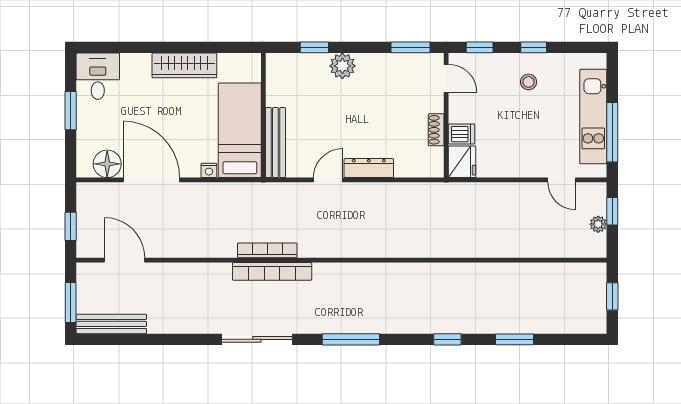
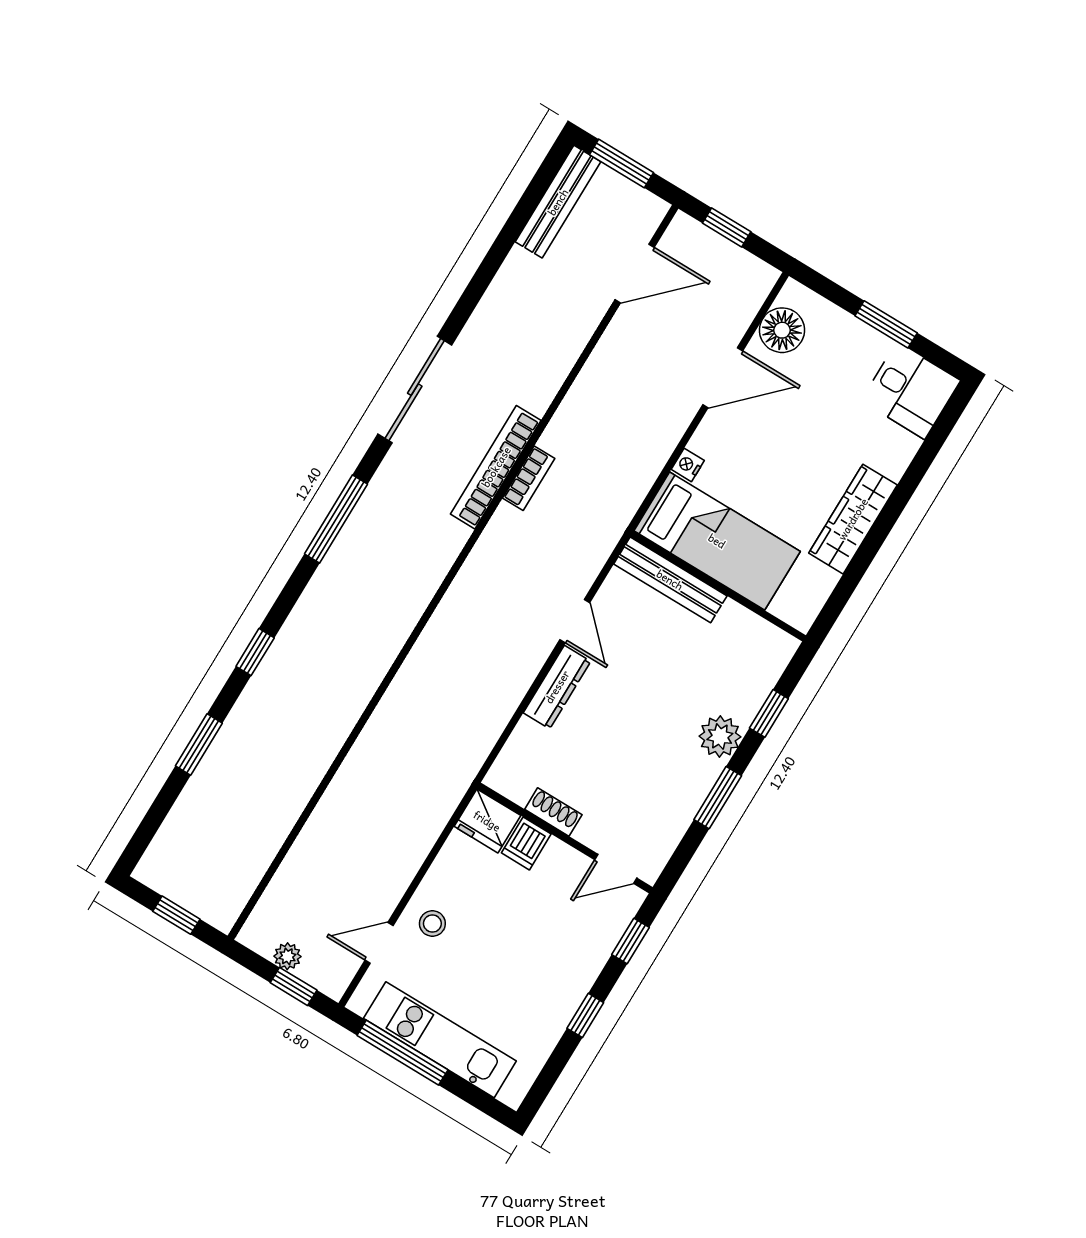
window: (411, 47) -> (718, 798), moved
stool: (529, 82) -> (432, 924), moved
door: (151, 180) -> (723, 378), width x0.73
bookcase: (267, 250) -> (529, 478), width x0.64

